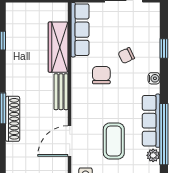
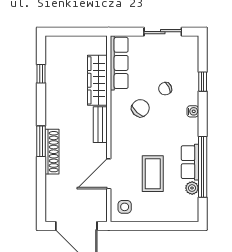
chair: (101, 75) -> (140, 108), turned 43
row of seats: (151, 121) -> (190, 162), width x0.68

